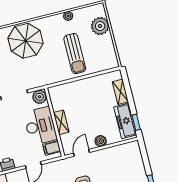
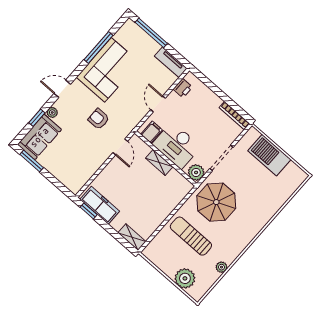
parasol: (26, 41) -> (216, 202), moved
shelving: (120, 92) -> (132, 237), moved
boiler: (101, 141) -> (110, 170), removed

